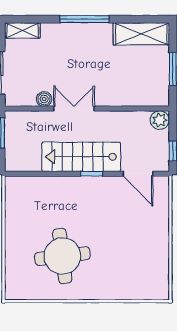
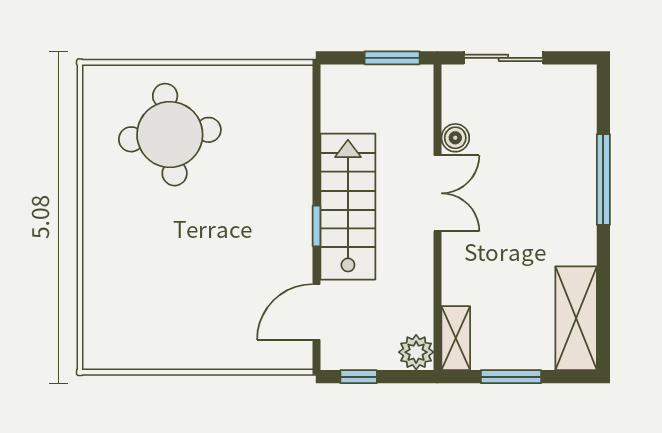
window: (84, 19) -> (603, 179), moved
shelving: (23, 30) -> (456, 338), moved
round table: (62, 256) -> (170, 135), moved

